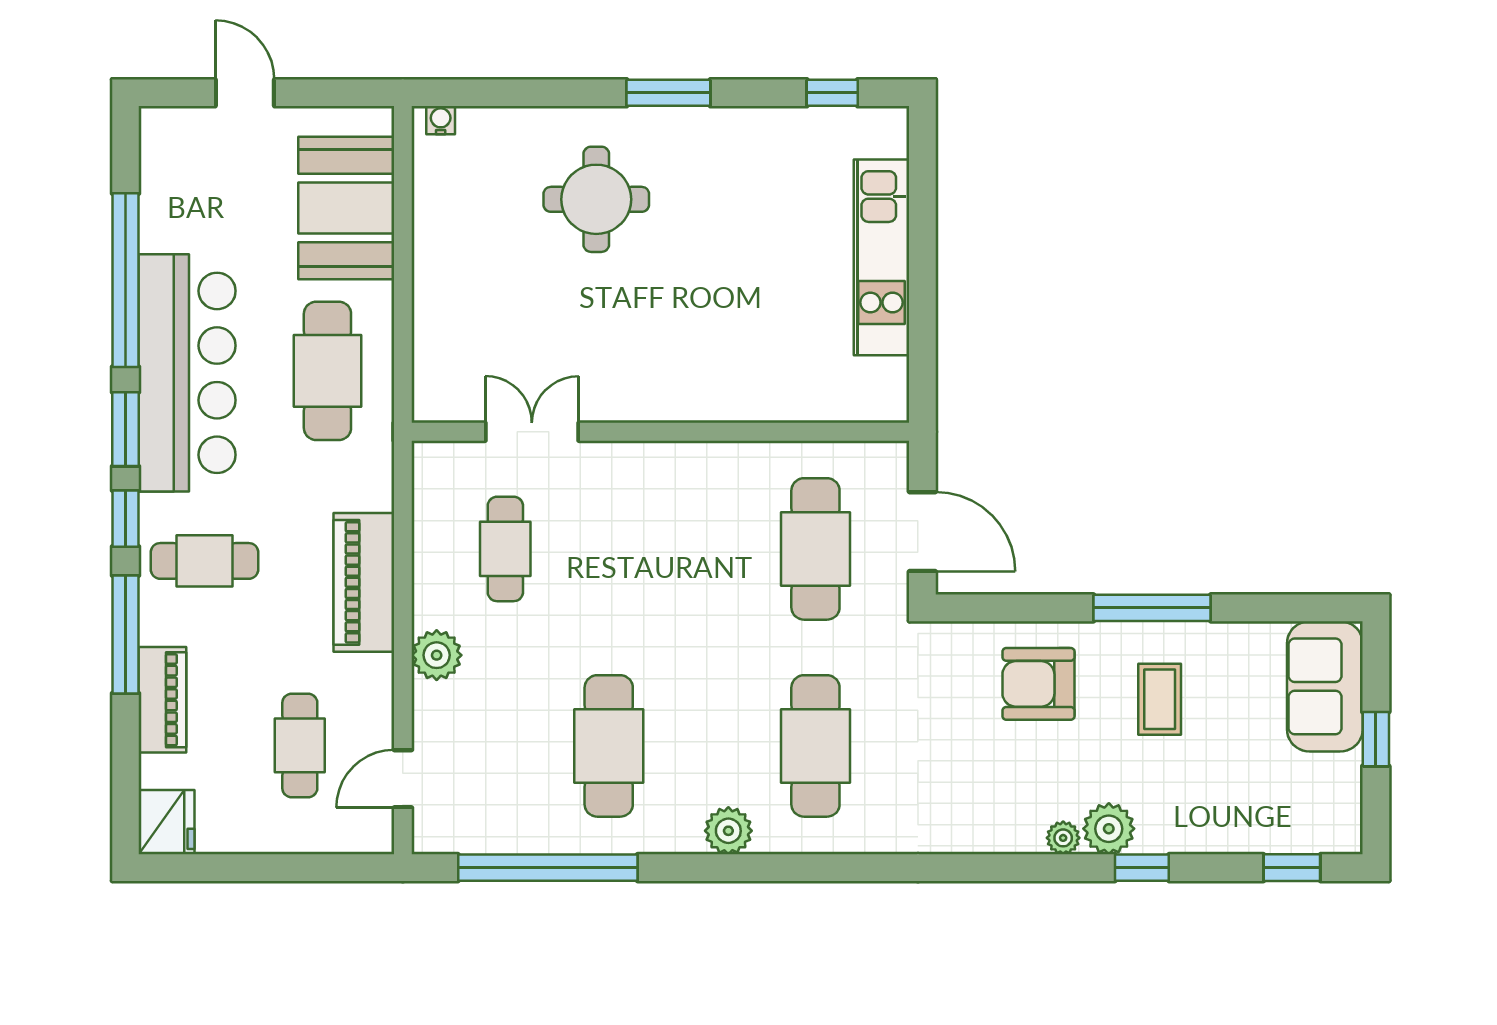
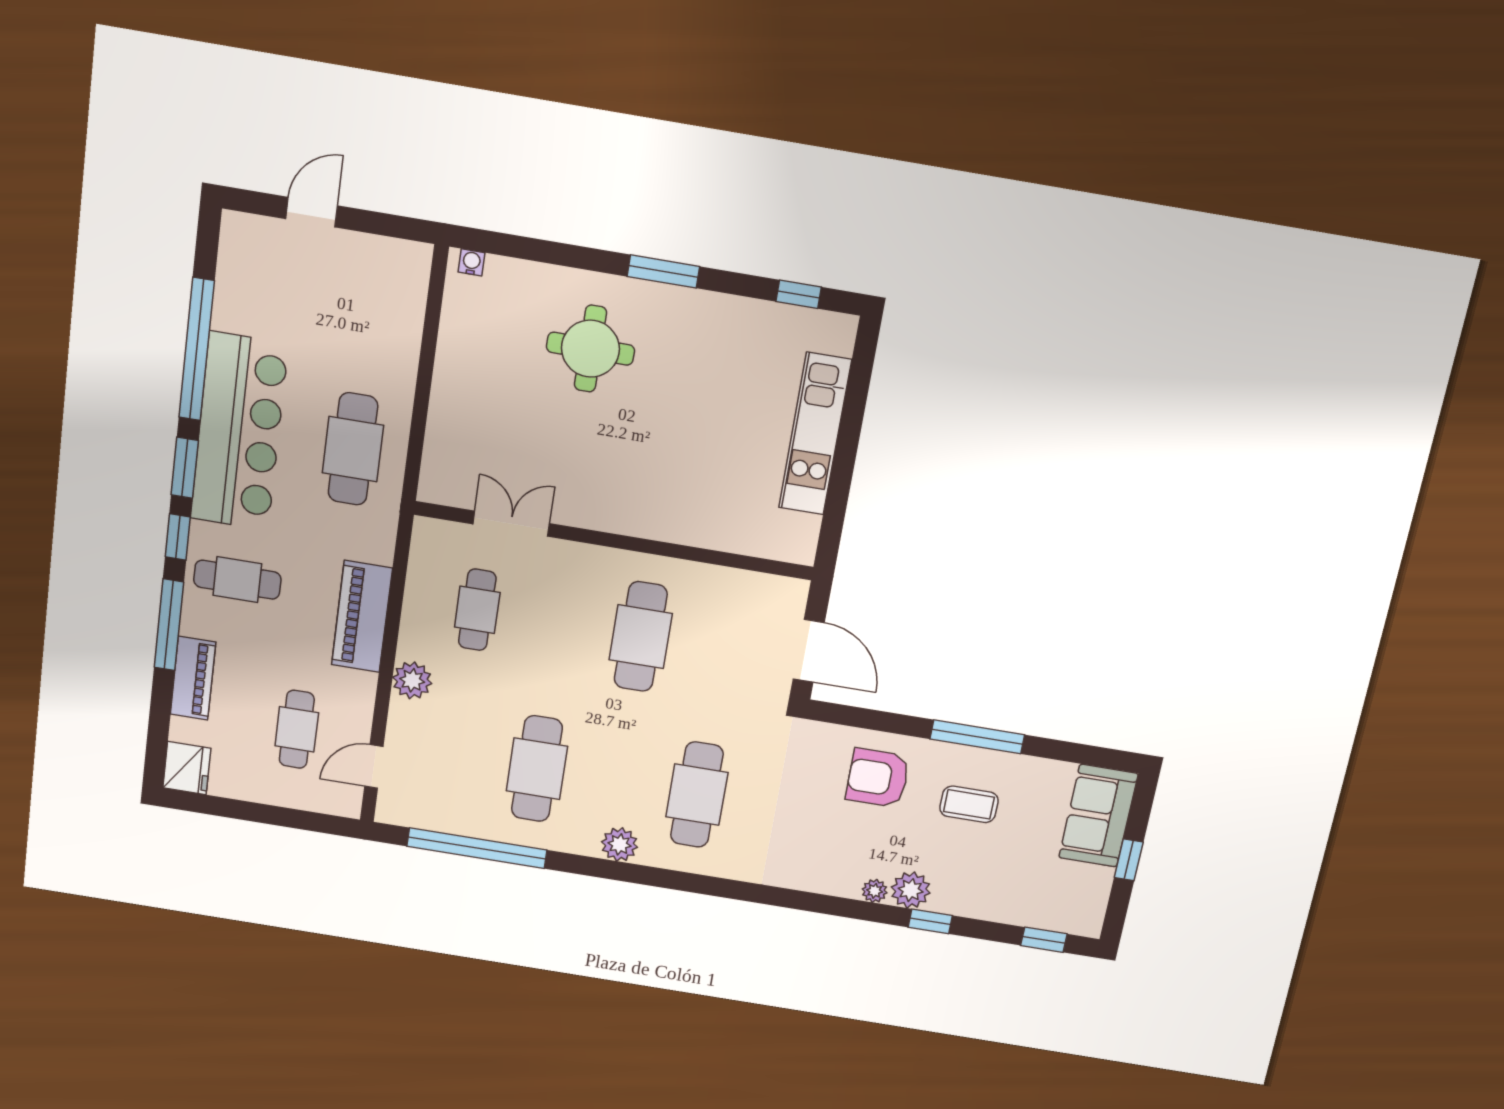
door: (245, 93) -> (312, 212), hinge flipped
booth: (346, 208) -> (384, 321), removed
cafe table: (815, 549) -> (641, 637), moved
coffee table: (1160, 699) -> (969, 804), turned 90

